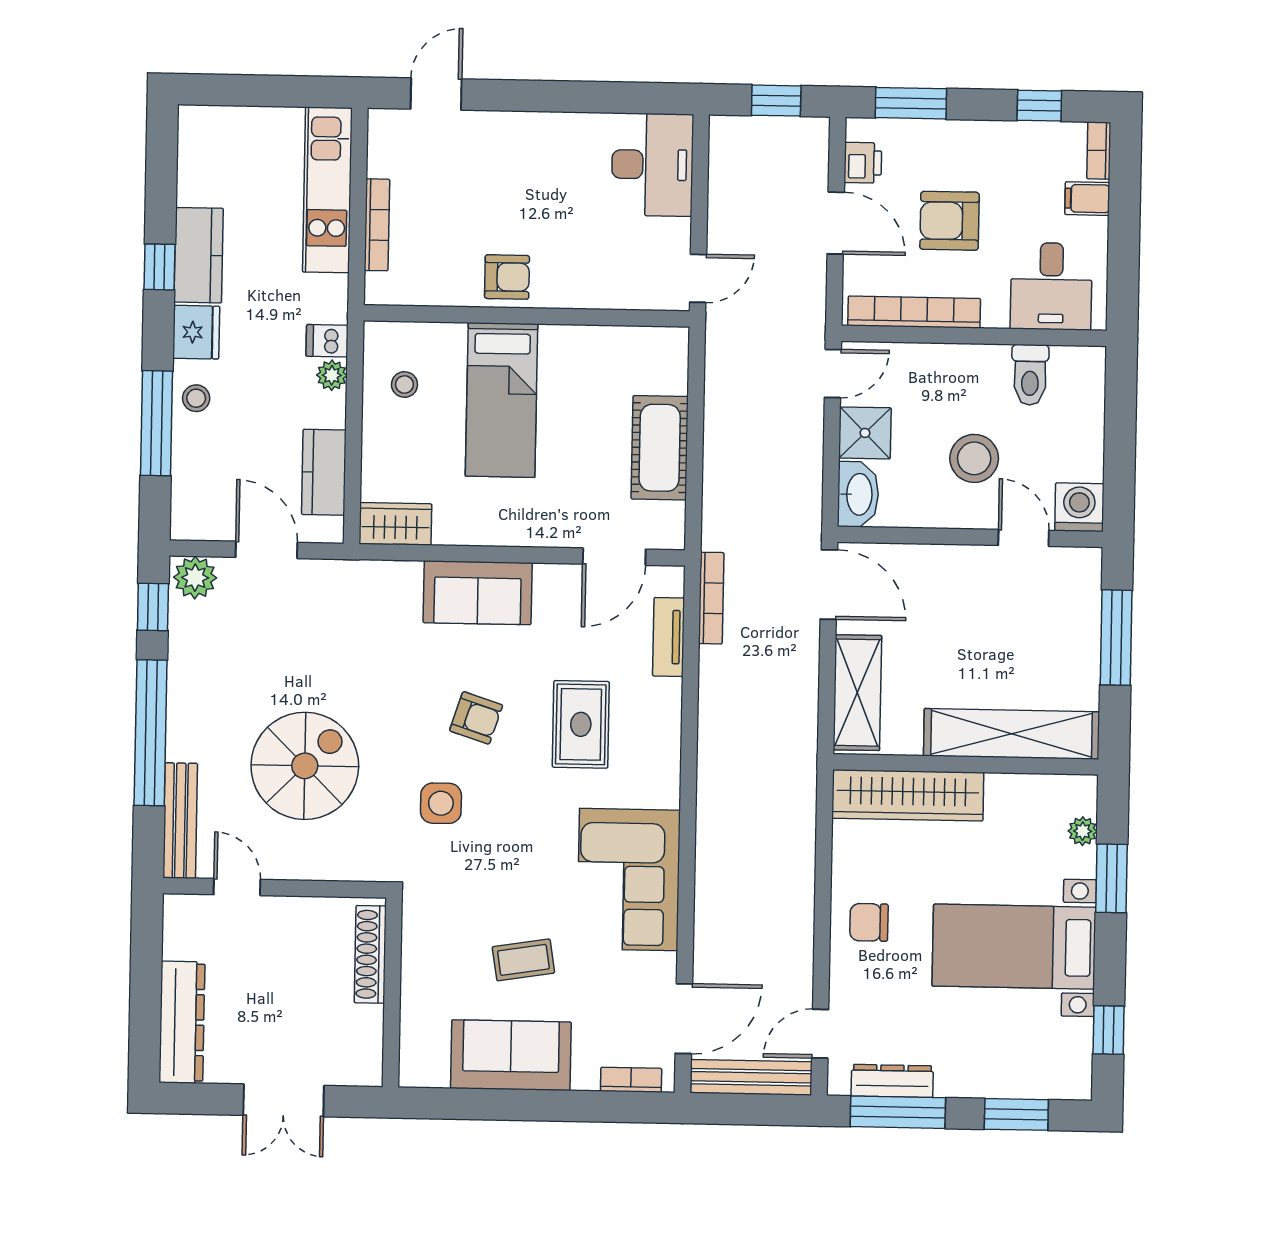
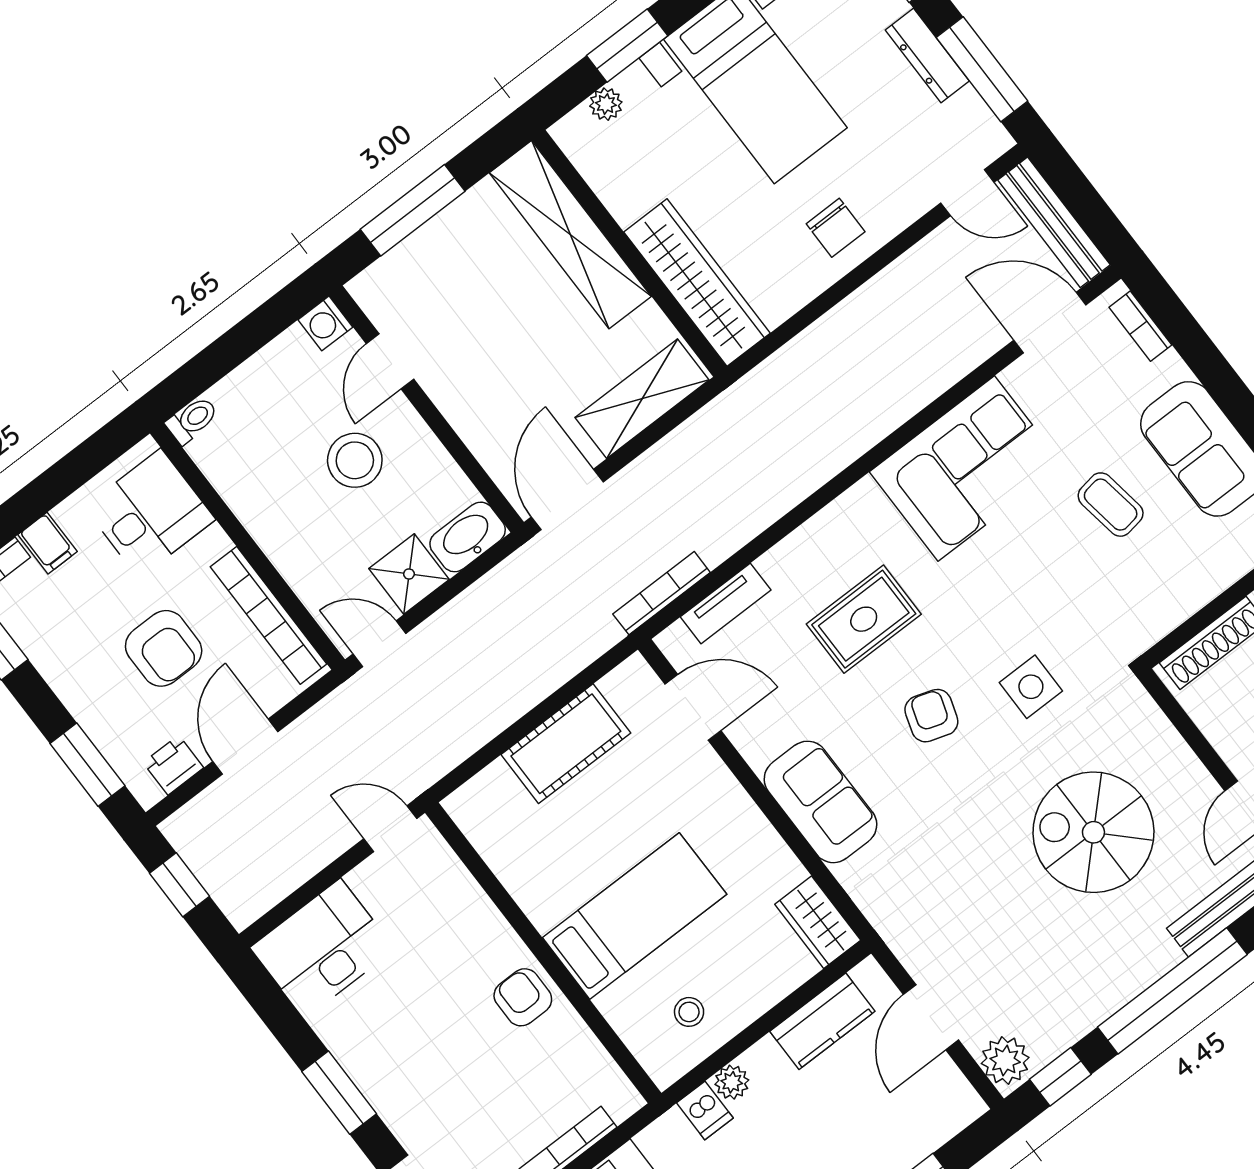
window: (543, 96) -> (339, 1093), added
toilet: (1030, 375) -> (192, 420), moved, width x0.73, depth x0.72
washing machine: (1079, 507) -> (325, 323), width x0.73, depth x0.73
dresser: (892, 1081) -> (927, 56), moved

